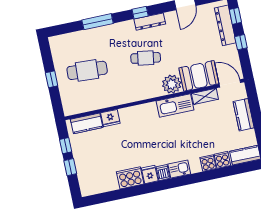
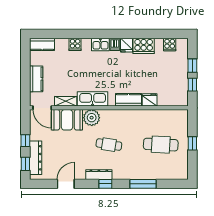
kitchen counter: (87, 123) -> (128, 100), moved
cooker: (222, 160) -> (170, 44), moved

